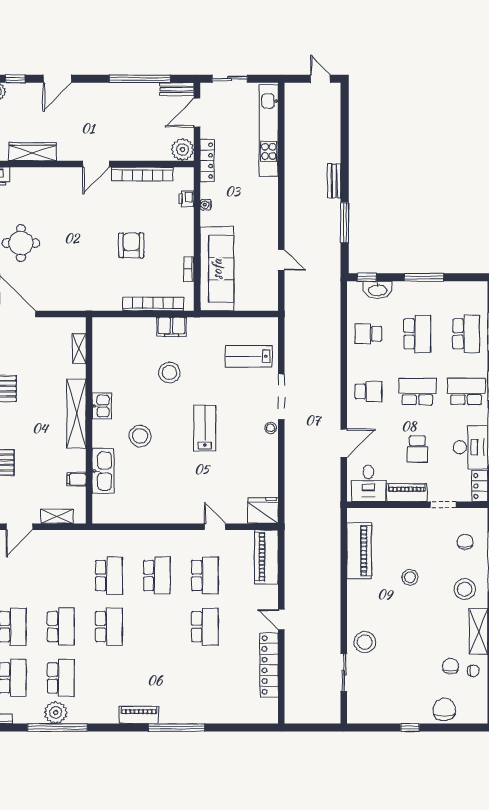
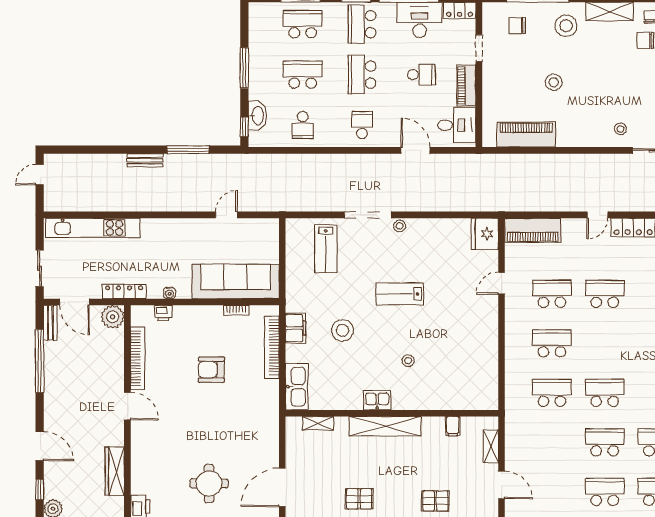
stool: (140, 436) -> (408, 361), width x0.53, depth x0.53
kitchen sink: (103, 471) -> (297, 387), moved, turned 90
stool: (365, 642) -> (620, 129), width x0.53, depth x0.53

